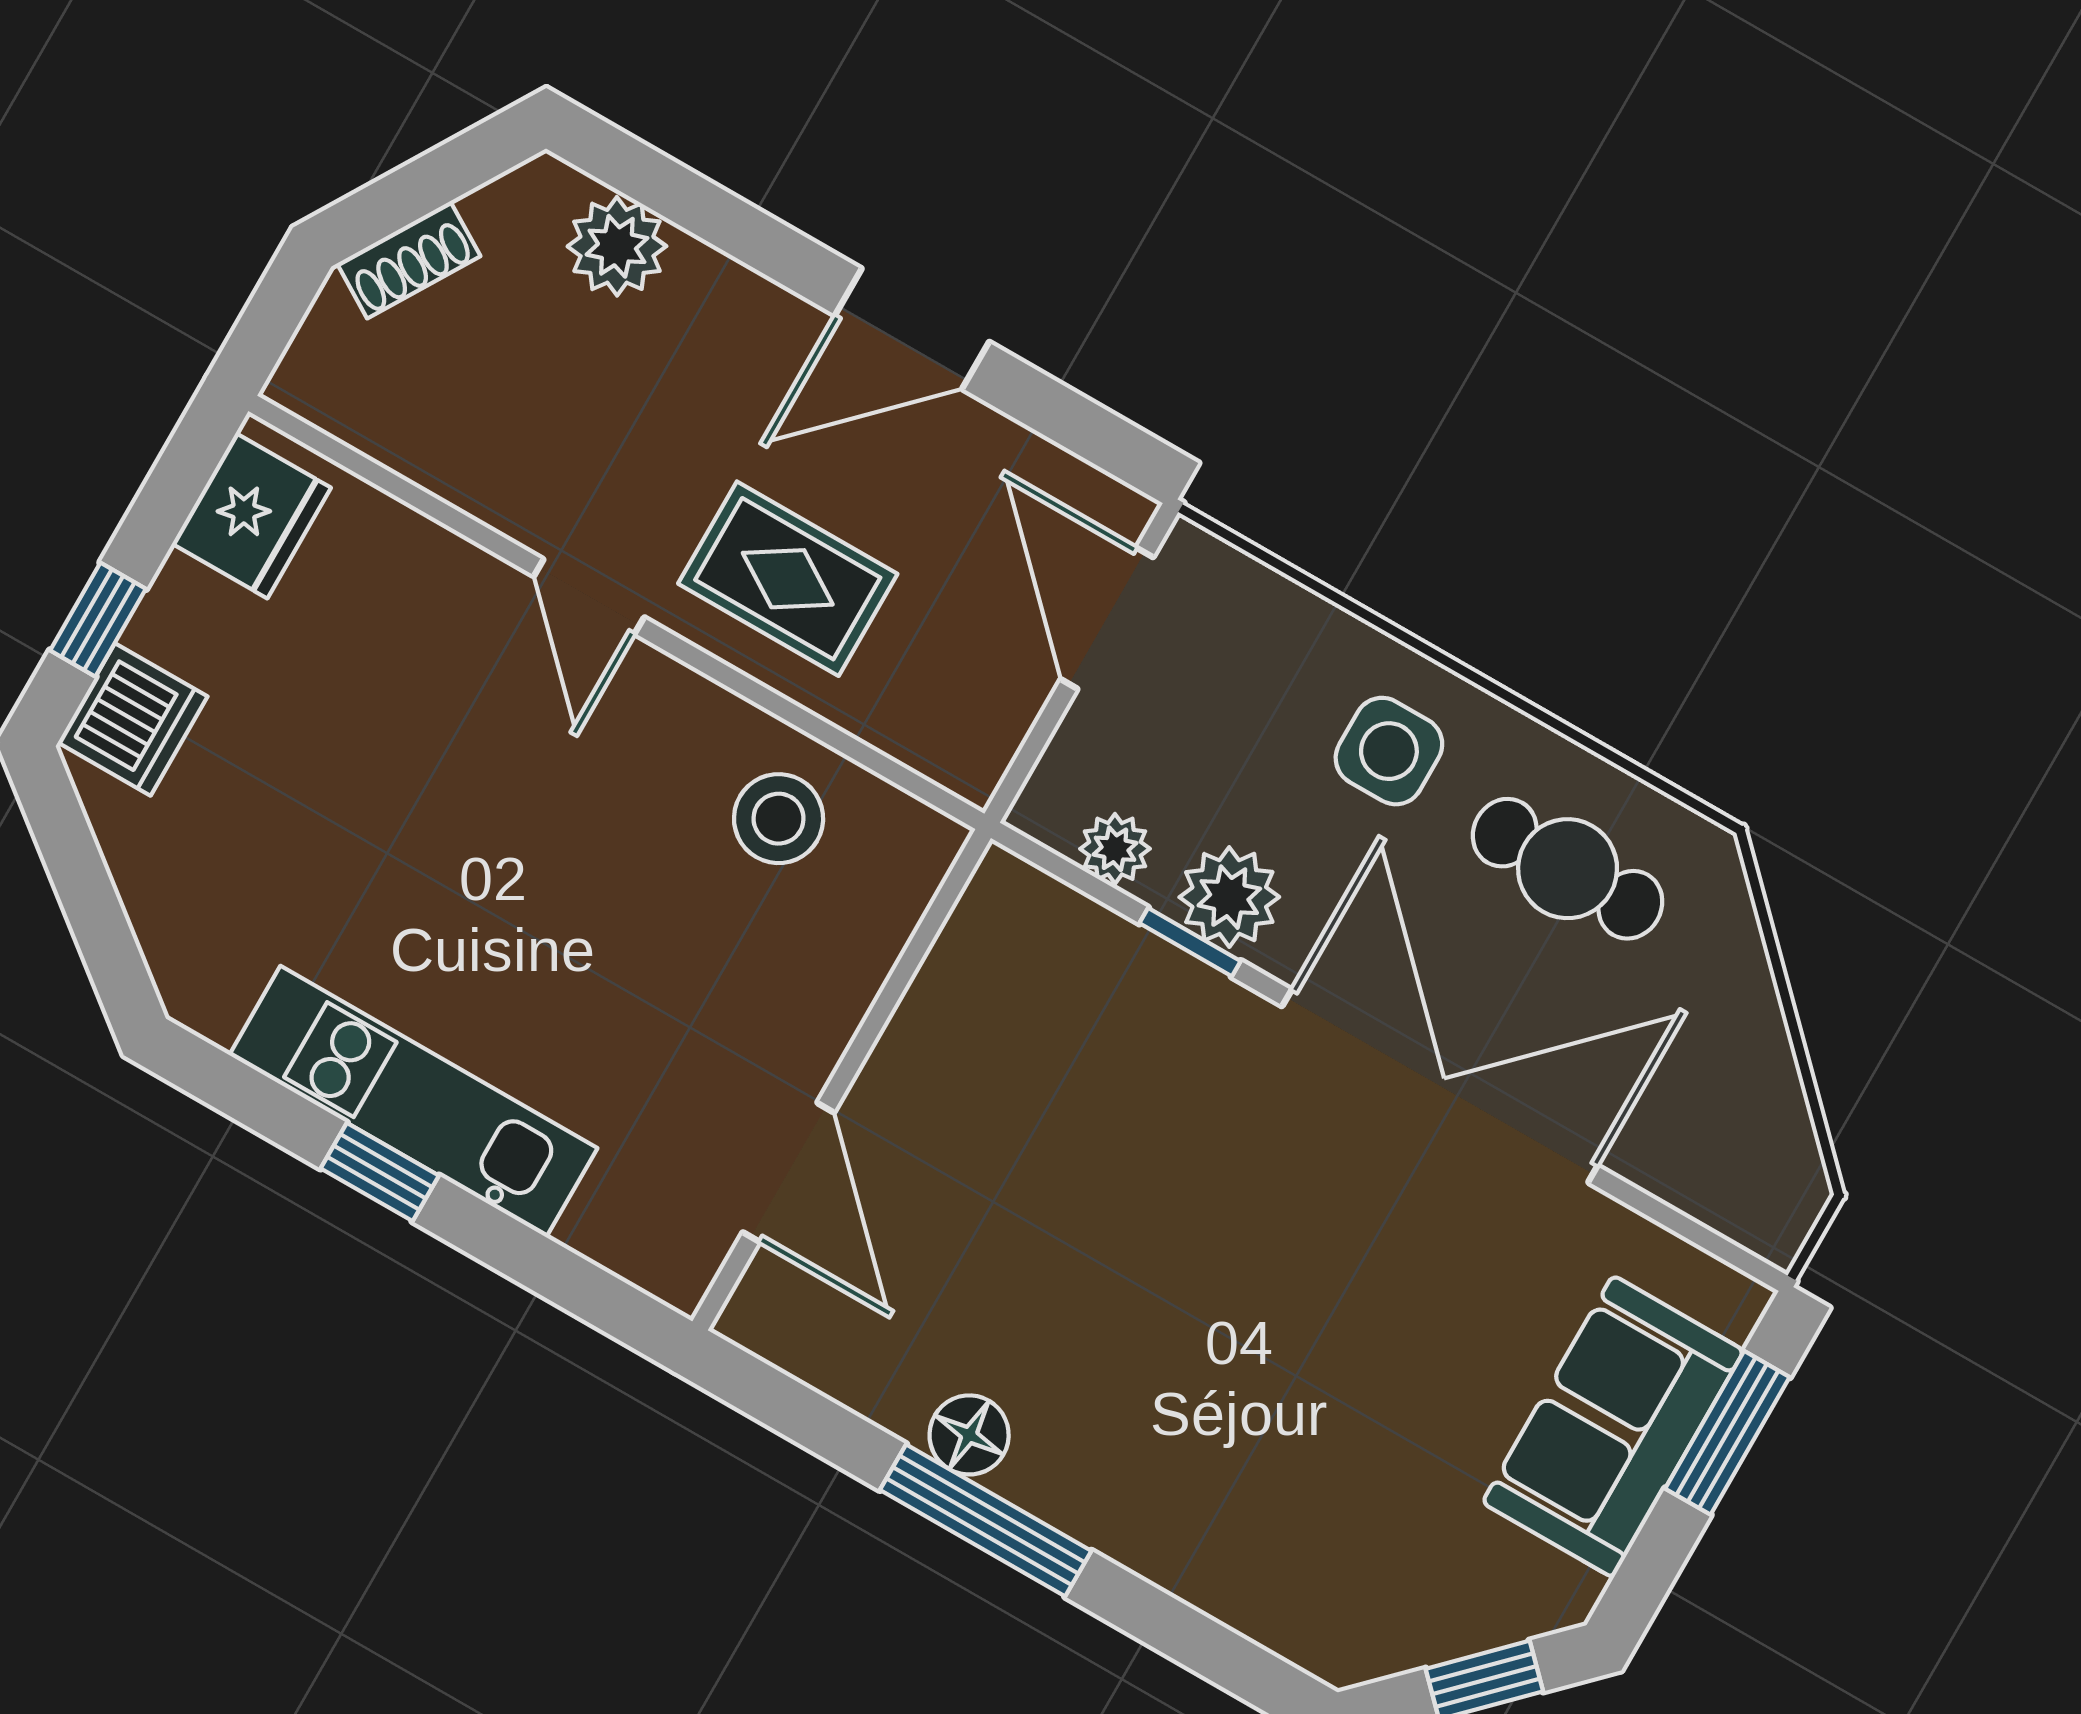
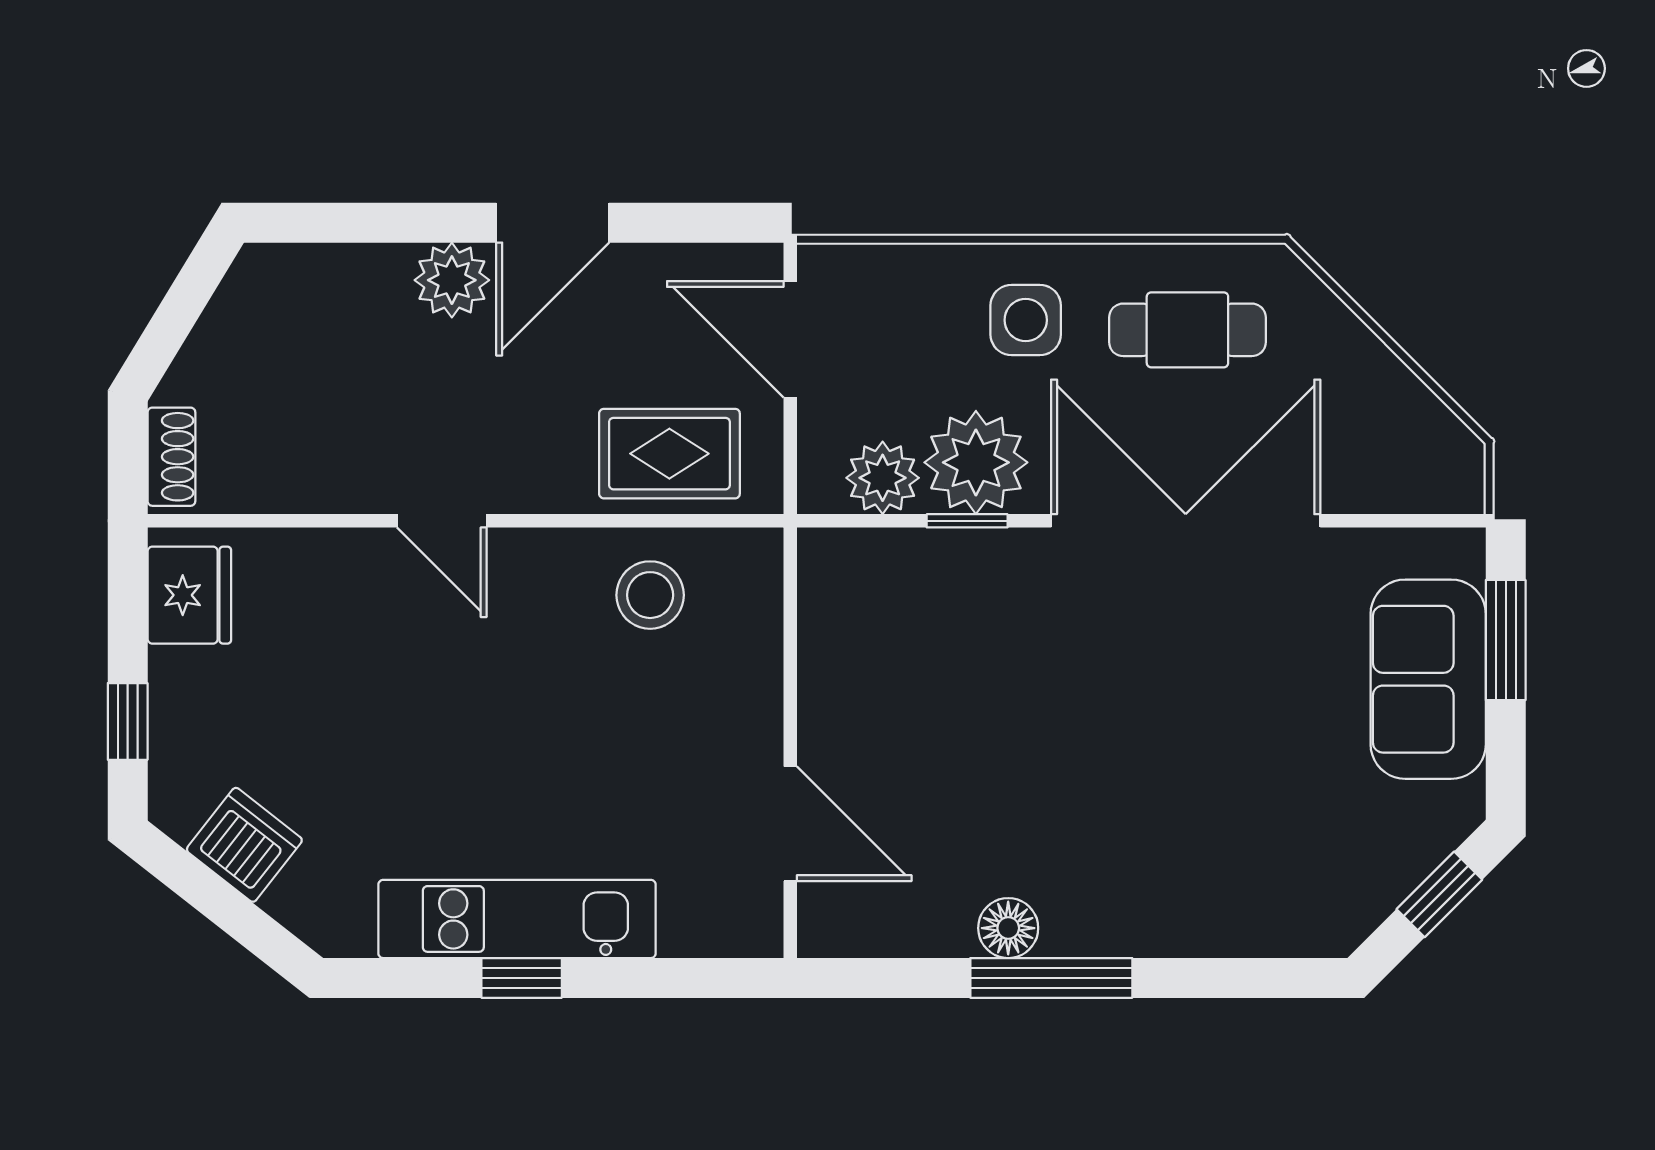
plant: (617, 246) -> (452, 280), moved
shoe rack: (409, 260) -> (171, 457), moved, turned -31
rug: (788, 579) -> (669, 454), moved
dishwasher: (133, 719) -> (244, 845), moved, turned -52
plant: (1115, 849) -> (883, 478), width x1.38, depth x1.38
plant: (1229, 897) -> (976, 462), width x1.36, depth x1.36

